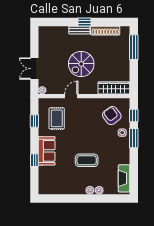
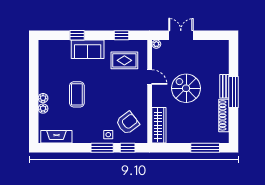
window: (84, 22) -> (234, 92), width x2.17

